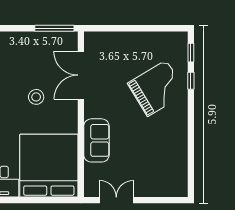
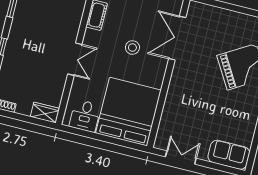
sofa: (96, 140) -> (229, 155), moved, turned -90

